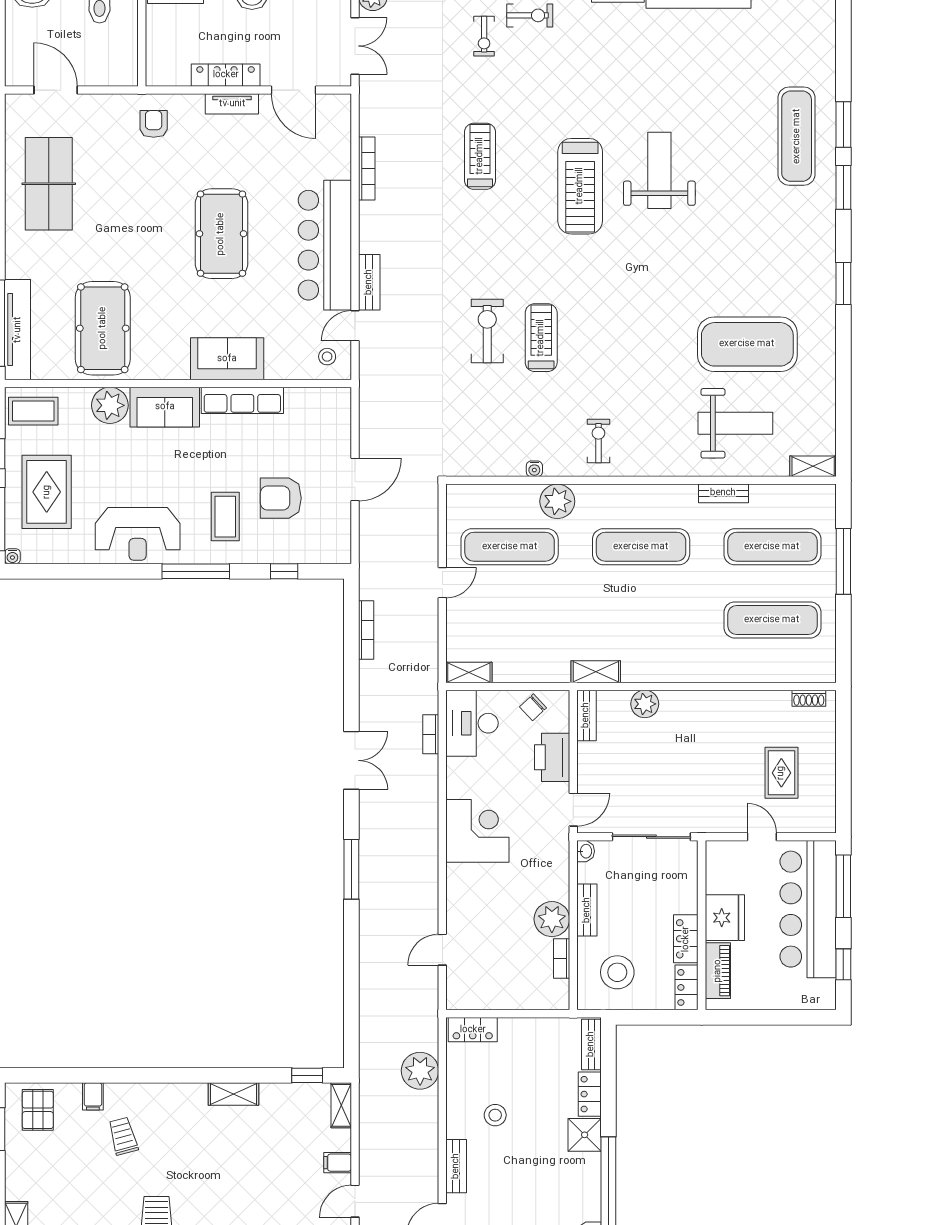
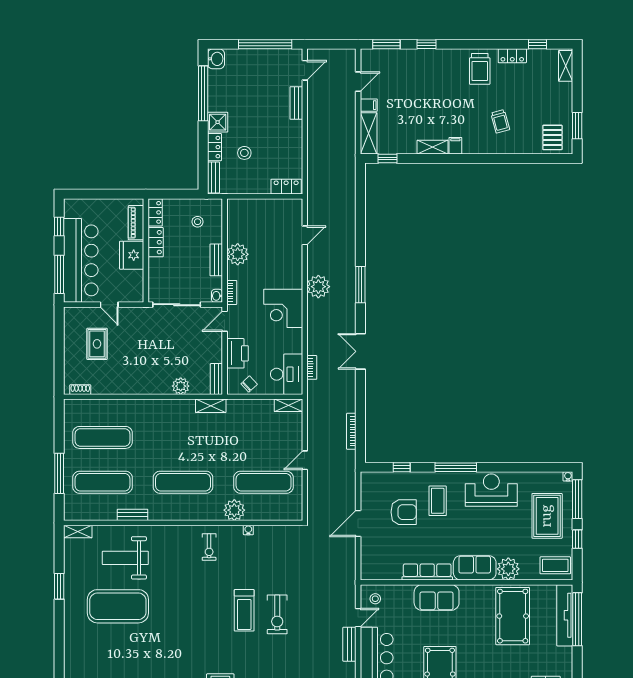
window: (843, 283) -> (59, 586), moved
bookcase: (562, 959) -> (232, 292), moved
stool: (617, 972) -> (198, 222), width x0.53, depth x0.53
plant: (420, 1071) -> (318, 287), moved
filing cabinet: (93, 1096) -> (455, 146), moved
shelving: (341, 1105) -> (369, 133), width x1.50, depth x1.33
stool: (495, 1115) -> (244, 153), moved

